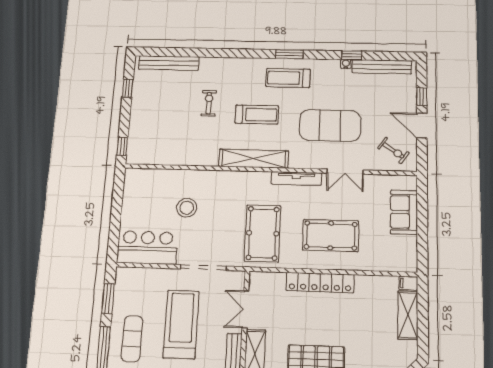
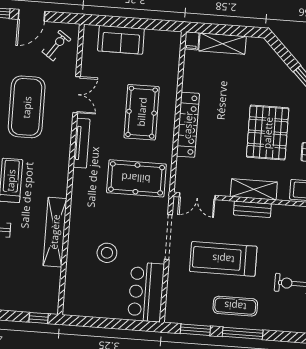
shelving: (254, 159) -> (55, 232), moved
double door: (245, 309) -> (197, 196), moved

